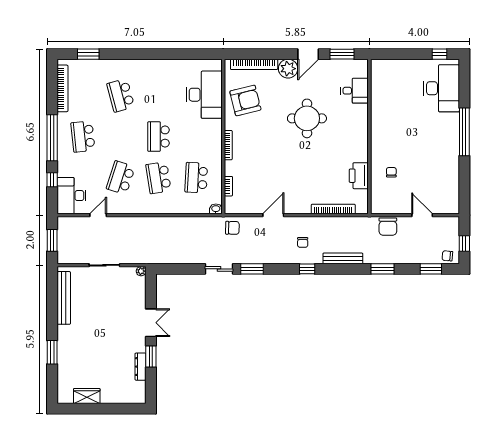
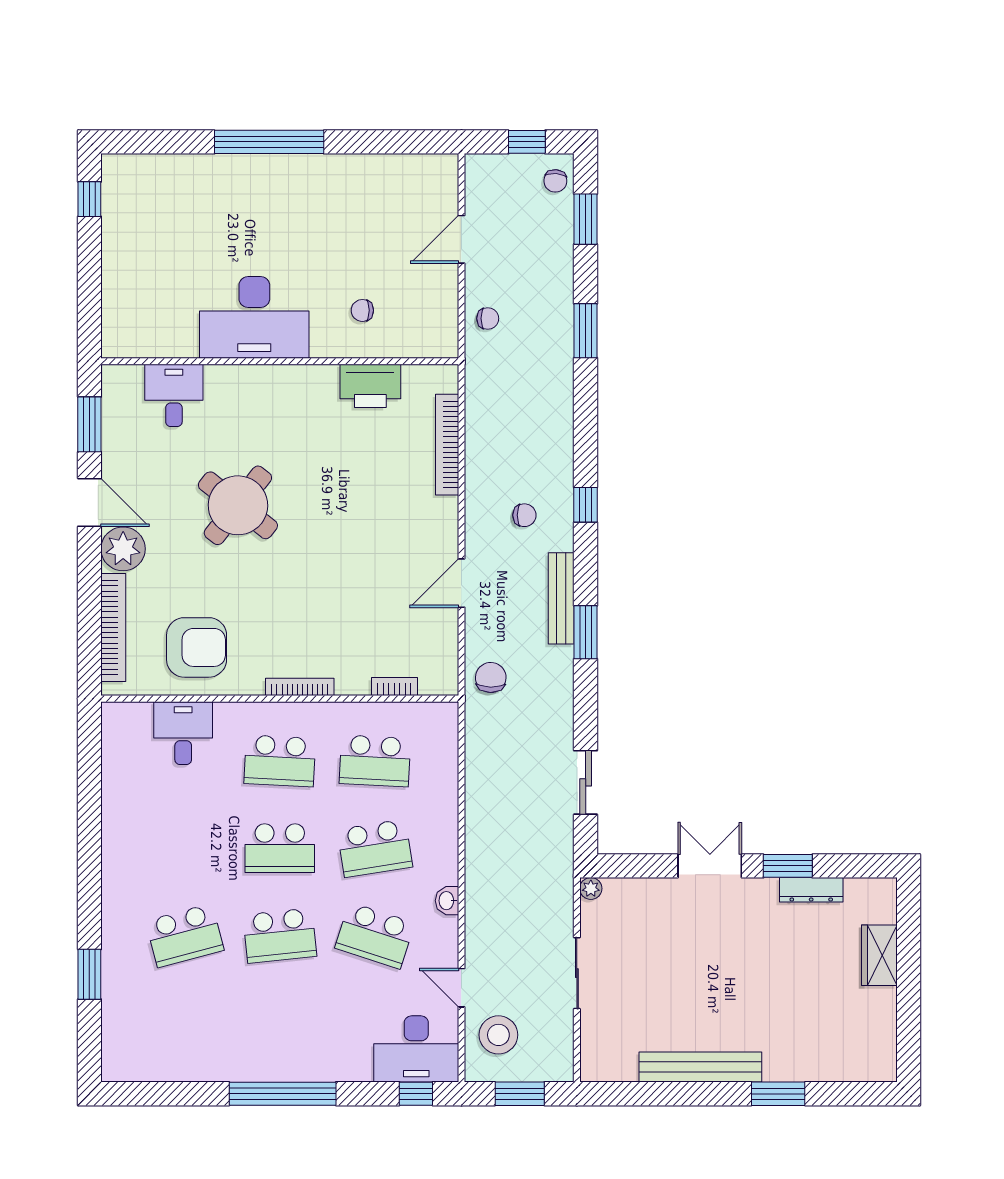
window: (88, 54) -> (89, 974), moved
bookcase: (62, 88) -> (169, 1070), removed
desk: (442, 88) -> (254, 317), moved, turned 180
desk: (204, 95) -> (183, 733), width x0.53, depth x0.77
armchair: (245, 100) -> (197, 647), turned 104
round table: (307, 118) -> (238, 505), turned 38
school desk: (83, 137) -> (280, 936), moved
school desk: (196, 137) -> (280, 761), added
window: (52, 180) -> (416, 1094), moved
washbasin: (216, 209) -> (447, 901), moved
door: (273, 215) -> (461, 583), hinge flipped
chair: (388, 227) -> (488, 318), width x0.54, depth x0.54
stool: (78, 231) -> (498, 1035), added
bench: (343, 258) -> (561, 598), moved
sliding door: (219, 269) -> (586, 782), moved
bench: (64, 298) -> (700, 1067), moved
wardrobe: (87, 396) -> (879, 955), moved

